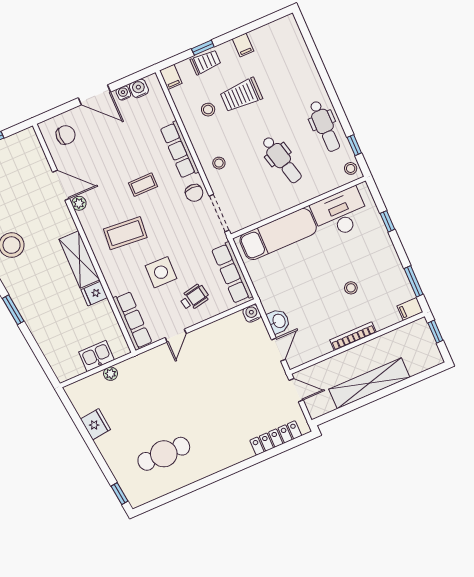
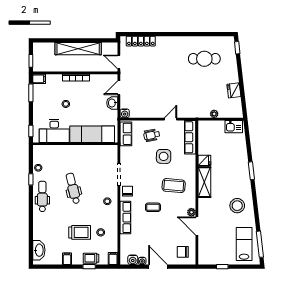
washbasin: (293, 39) -> (39, 250), added
wall: (298, 207) -> (75, 144), moved
desk: (340, 213) -> (54, 131), moved
exam couch: (278, 234) -> (92, 134), moved
row of seats: (232, 273) -> (126, 134), width x0.68
kitchen sink: (97, 356) -> (234, 127), moved

